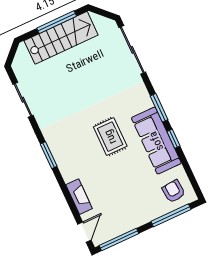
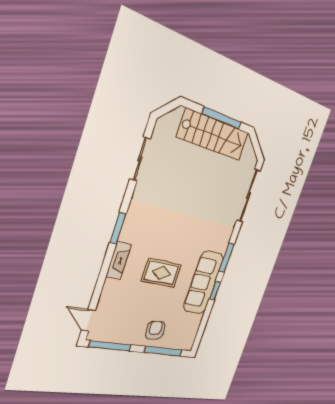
rug: (110, 137) -> (161, 273), moved, turned 90
armchair: (174, 191) -> (155, 330), moved
fireplace: (79, 197) -> (119, 261), moved
door: (84, 232) -> (88, 320), swing flipped

